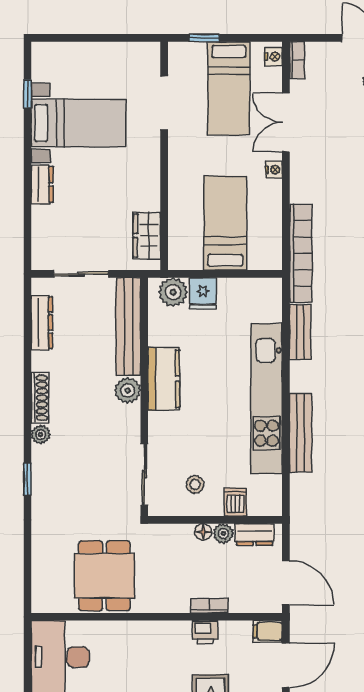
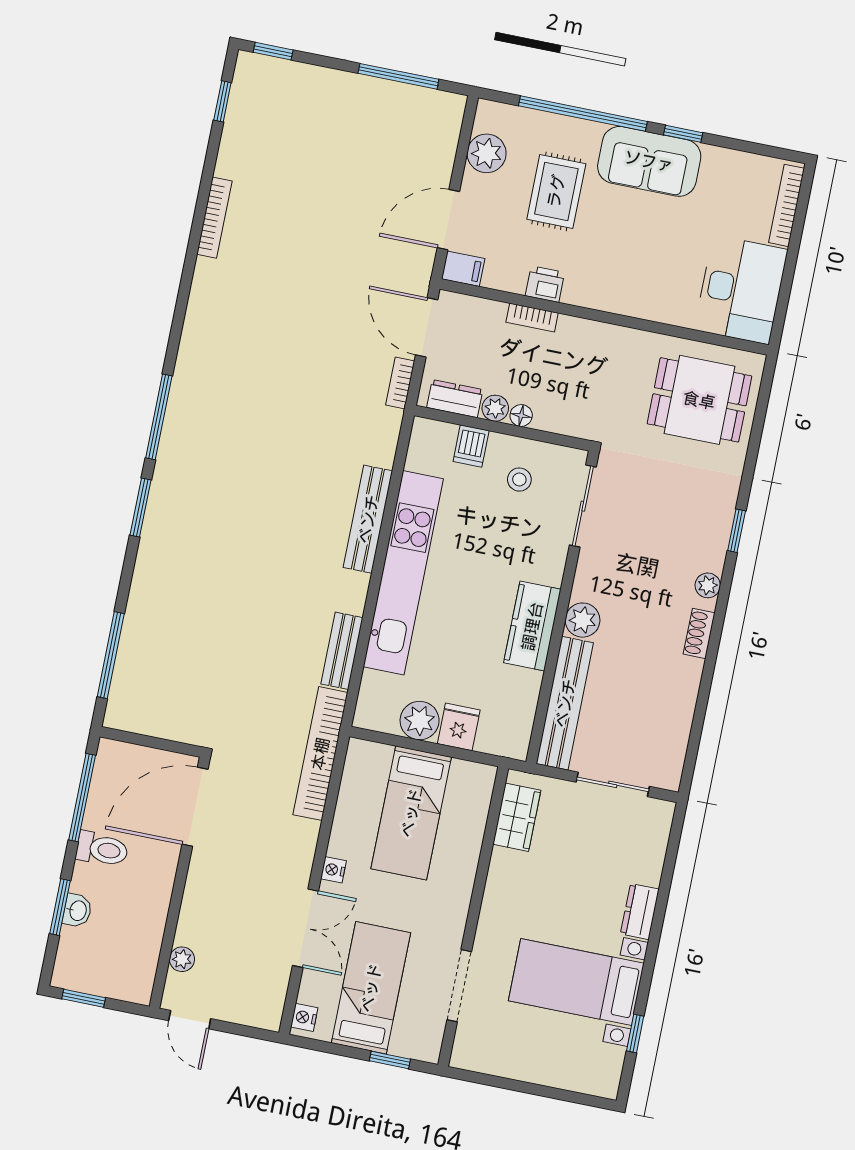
bookcase: (297, 60) -> (400, 383), moved
plant: (173, 292) -> (420, 721), moved
dresser: (42, 323) -> (677, 731), removed
shoe rack: (40, 398) -> (699, 633), width x0.70
dining table: (104, 576) -> (699, 400), moved, turned 90

